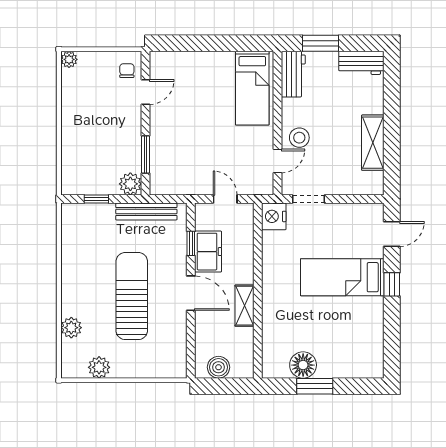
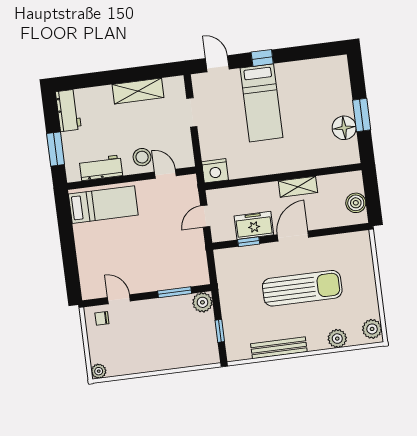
workbench: (293, 74) -> (101, 168), moved
doorway: (309, 199) -> (192, 112), moved
bench: (146, 211) -> (279, 348), moved, turned 90
sun lounger: (132, 296) -> (302, 288), turned 180
plant: (99, 367) -> (372, 329), moved

